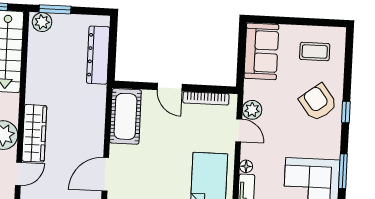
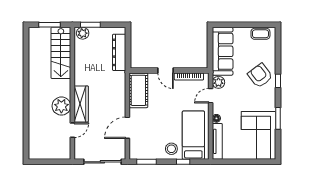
sofa: (261, 51) -> (223, 51), width x1.36
coffee table: (315, 51) -> (260, 34), moved
door: (239, 130) -> (211, 96), swing flipped

